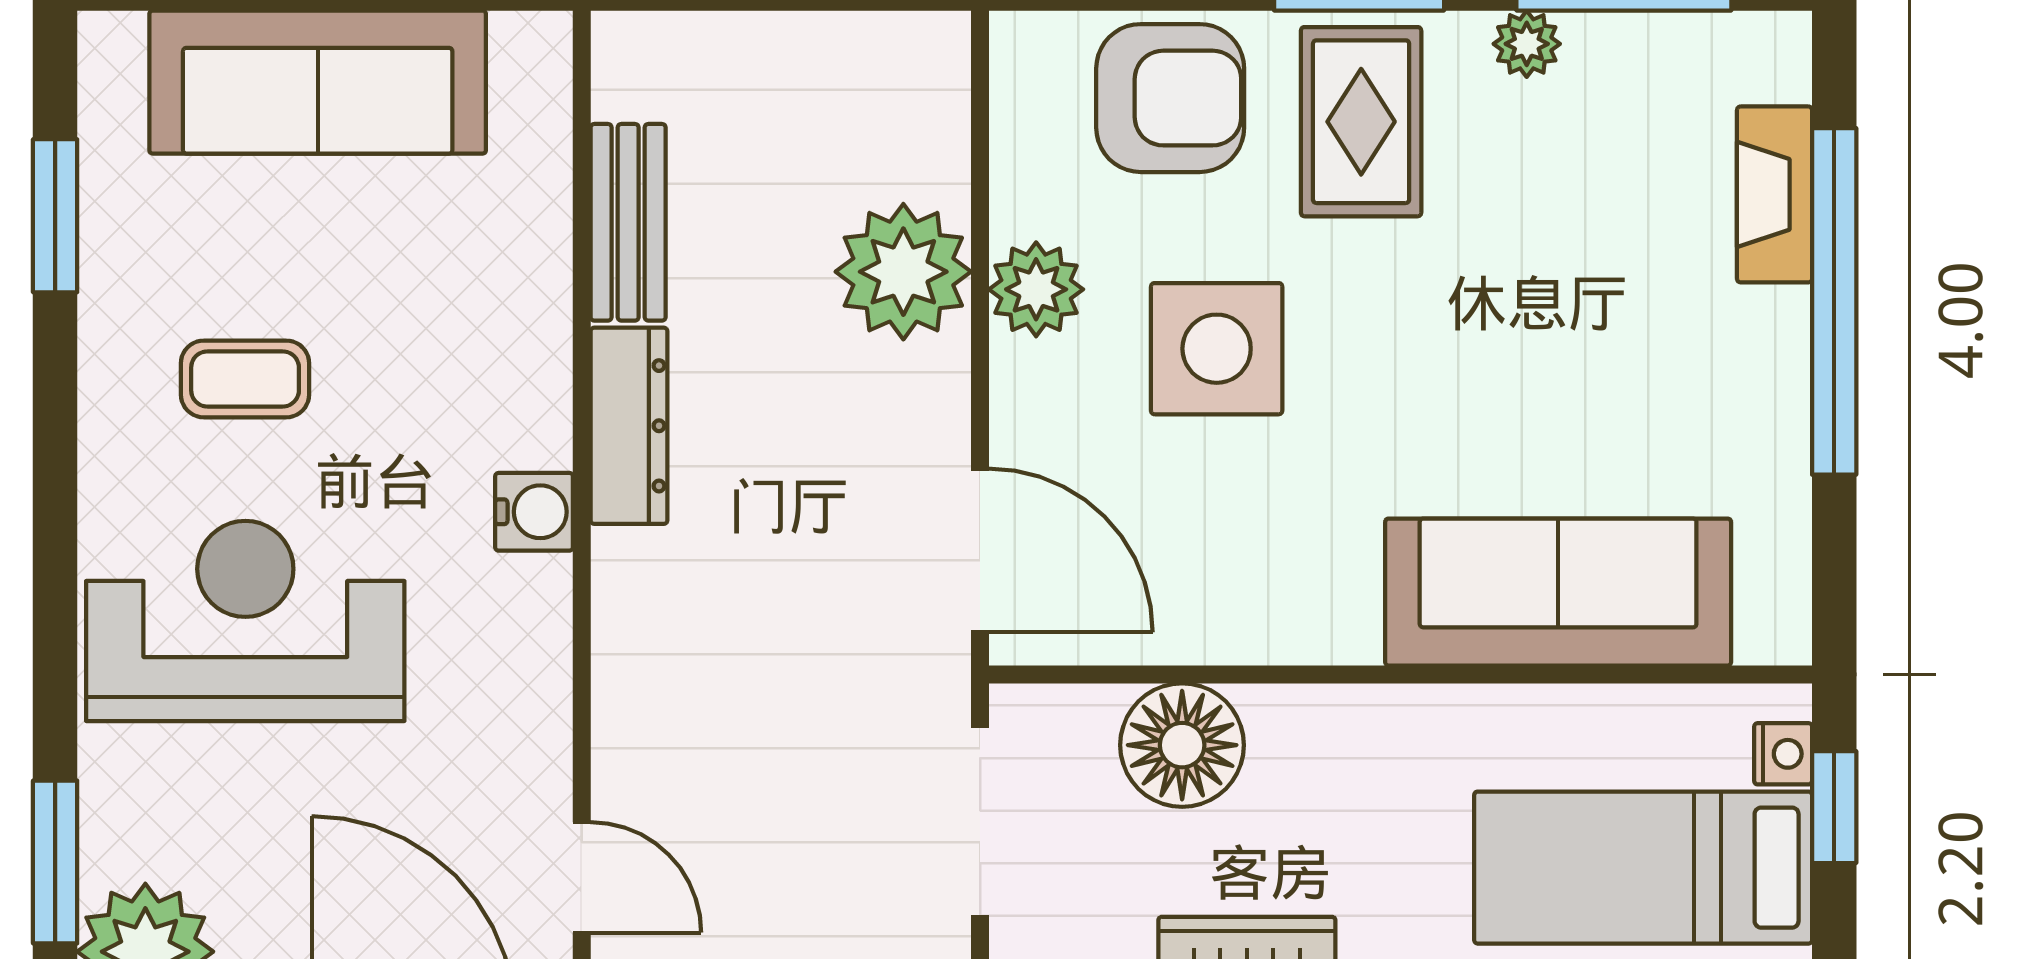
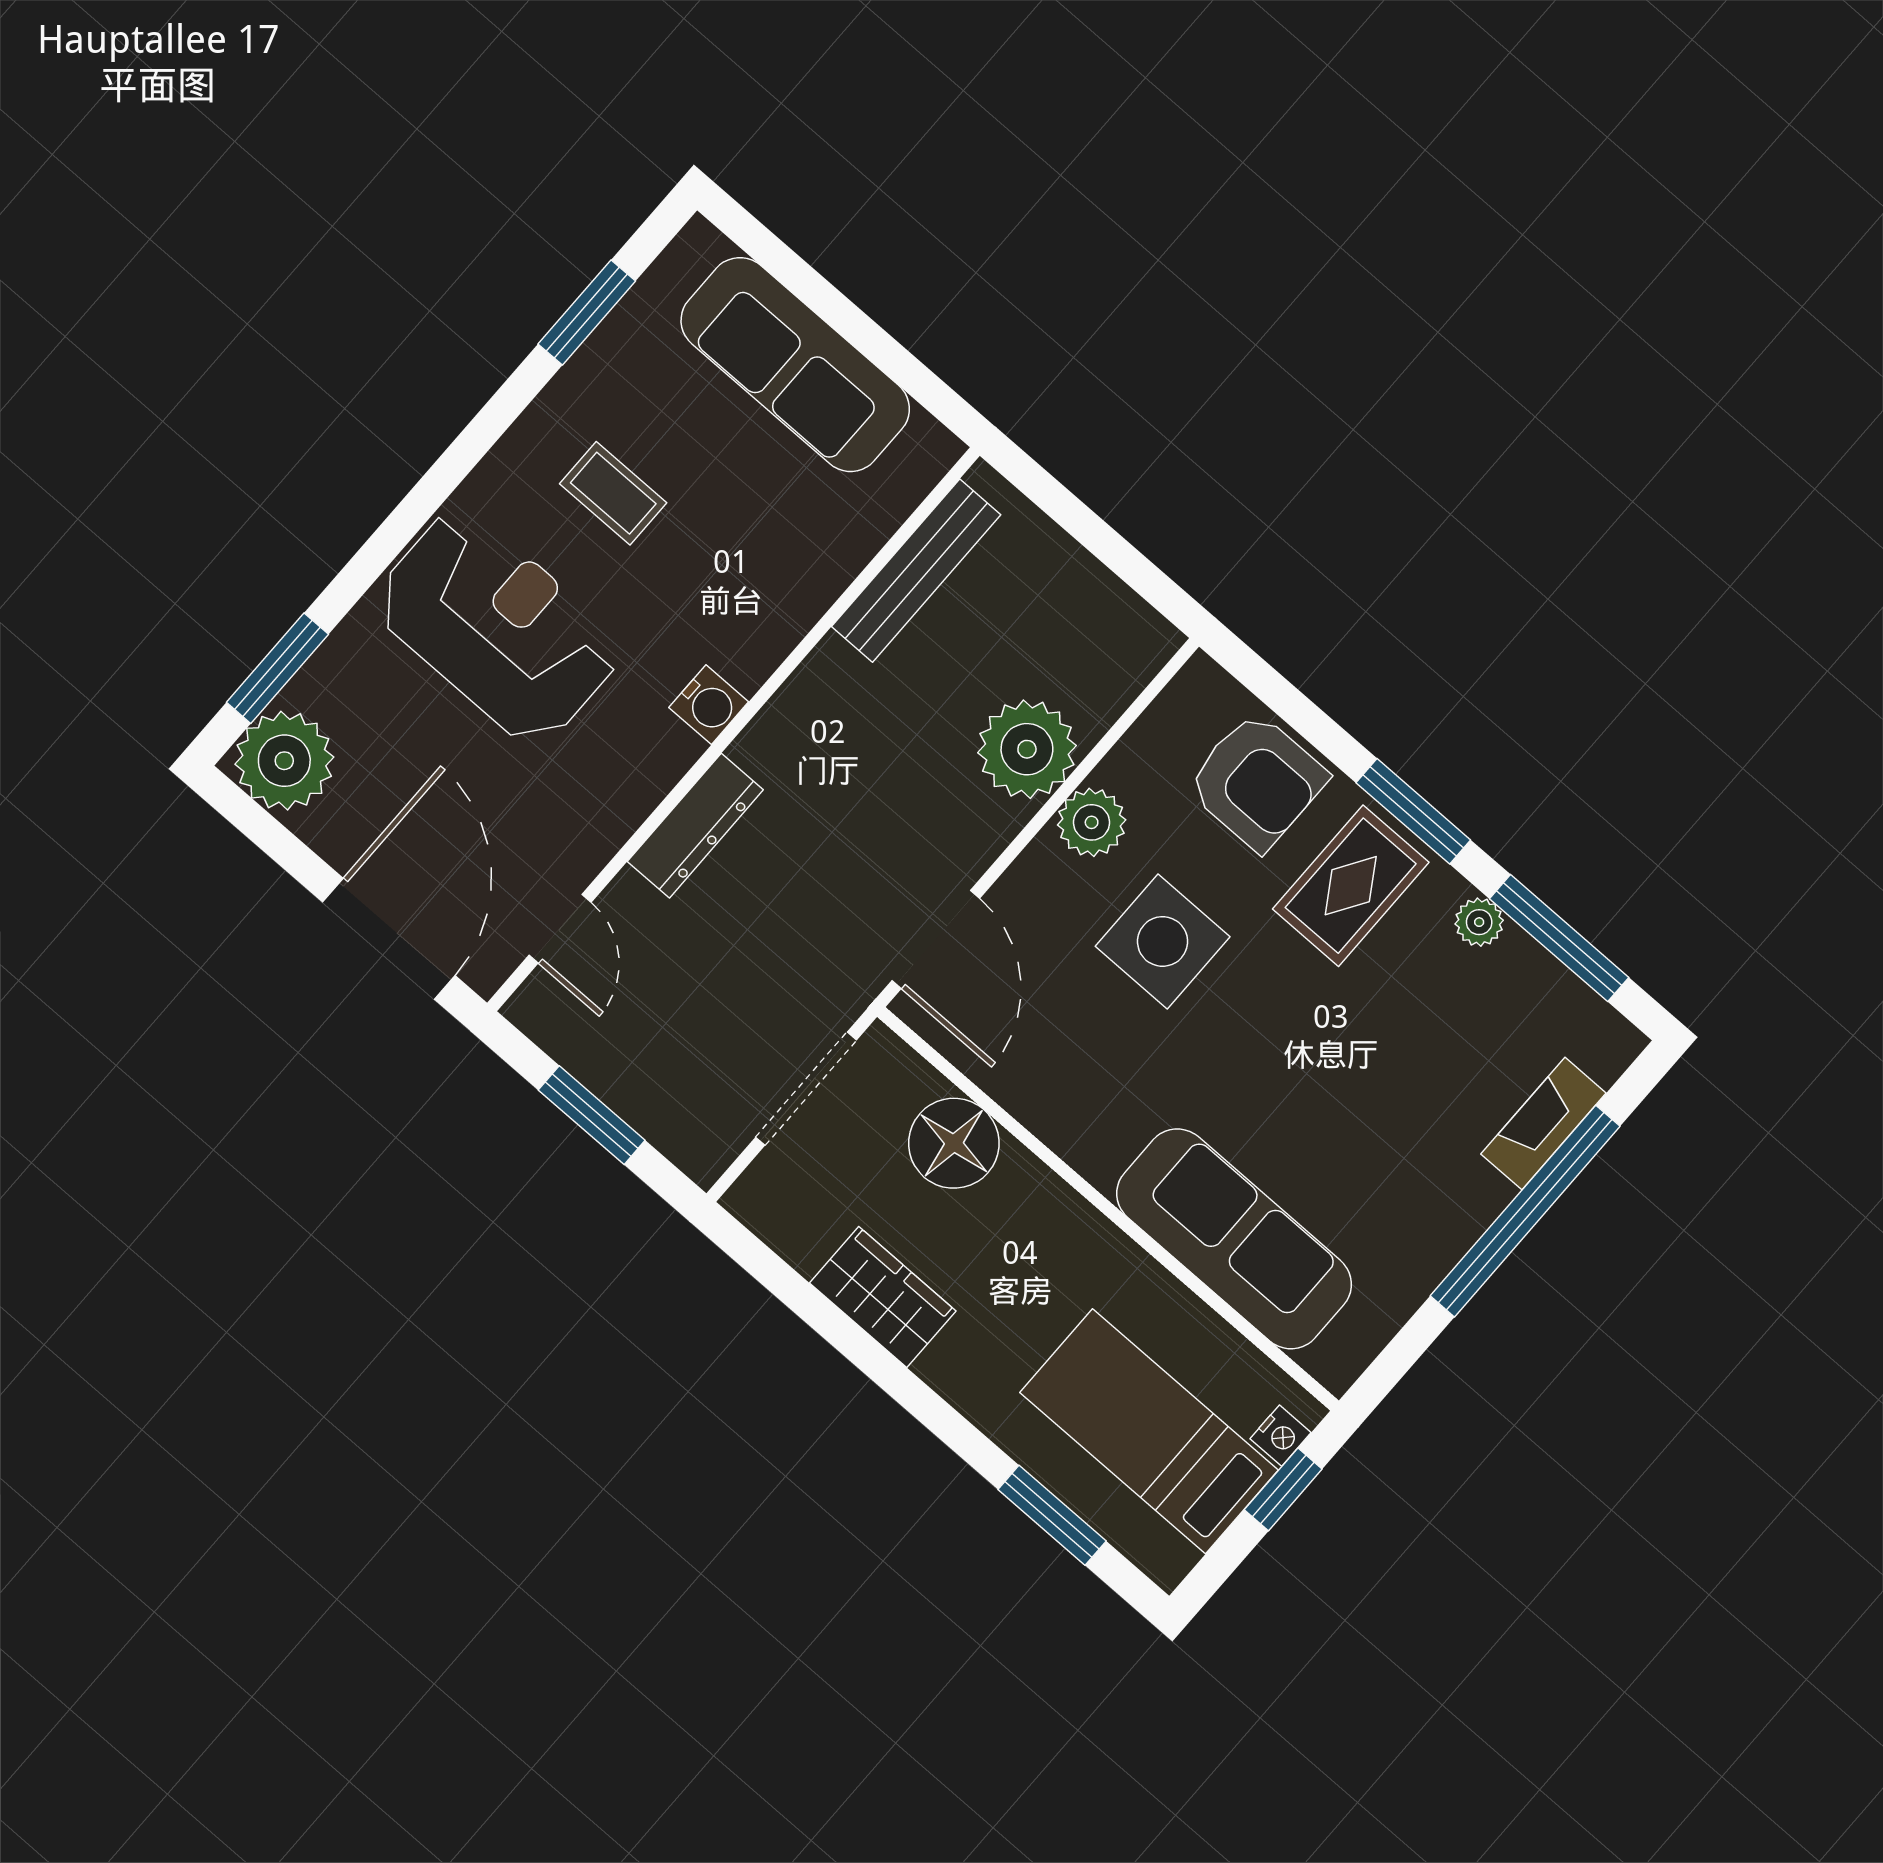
bench: (628, 222) -> (916, 571), width x1.36
dresser: (629, 426) -> (695, 826), moved

